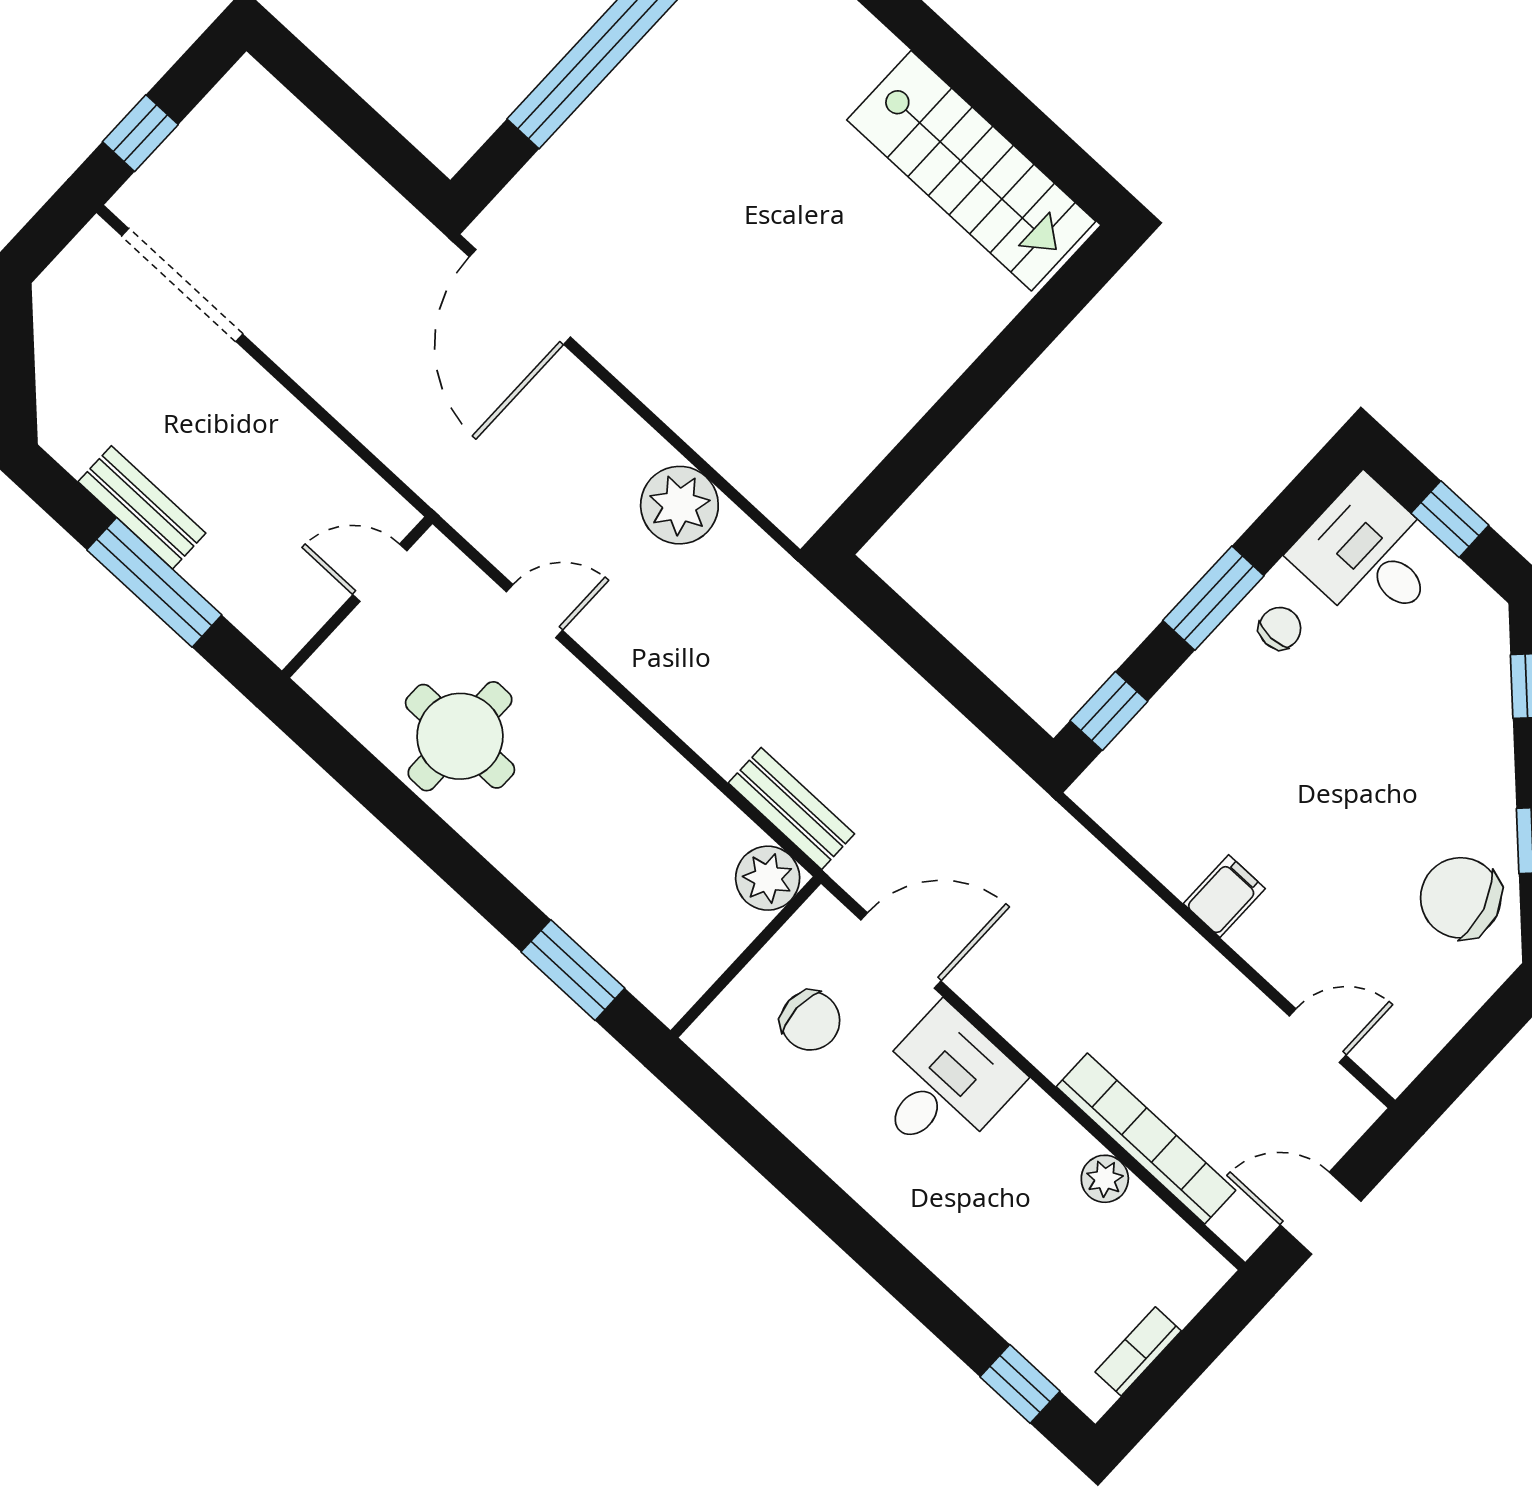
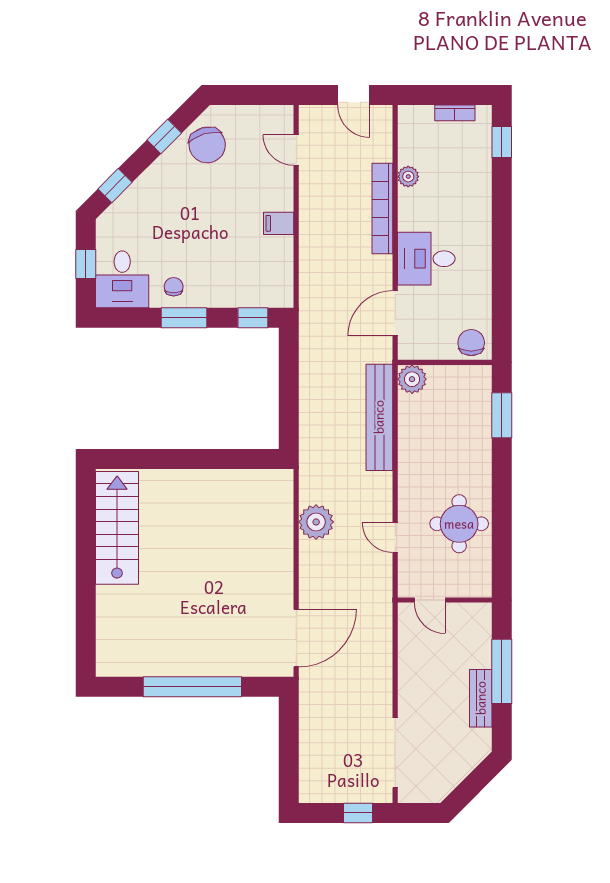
chair: (1280, 628) -> (174, 287), turned 90
bench: (791, 808) -> (379, 417), width x1.86, depth x1.21
door: (901, 950) -> (395, 313), hinge flipped
chair: (810, 1021) -> (471, 343), moved
bookcase: (1146, 1139) -> (382, 208), moved

